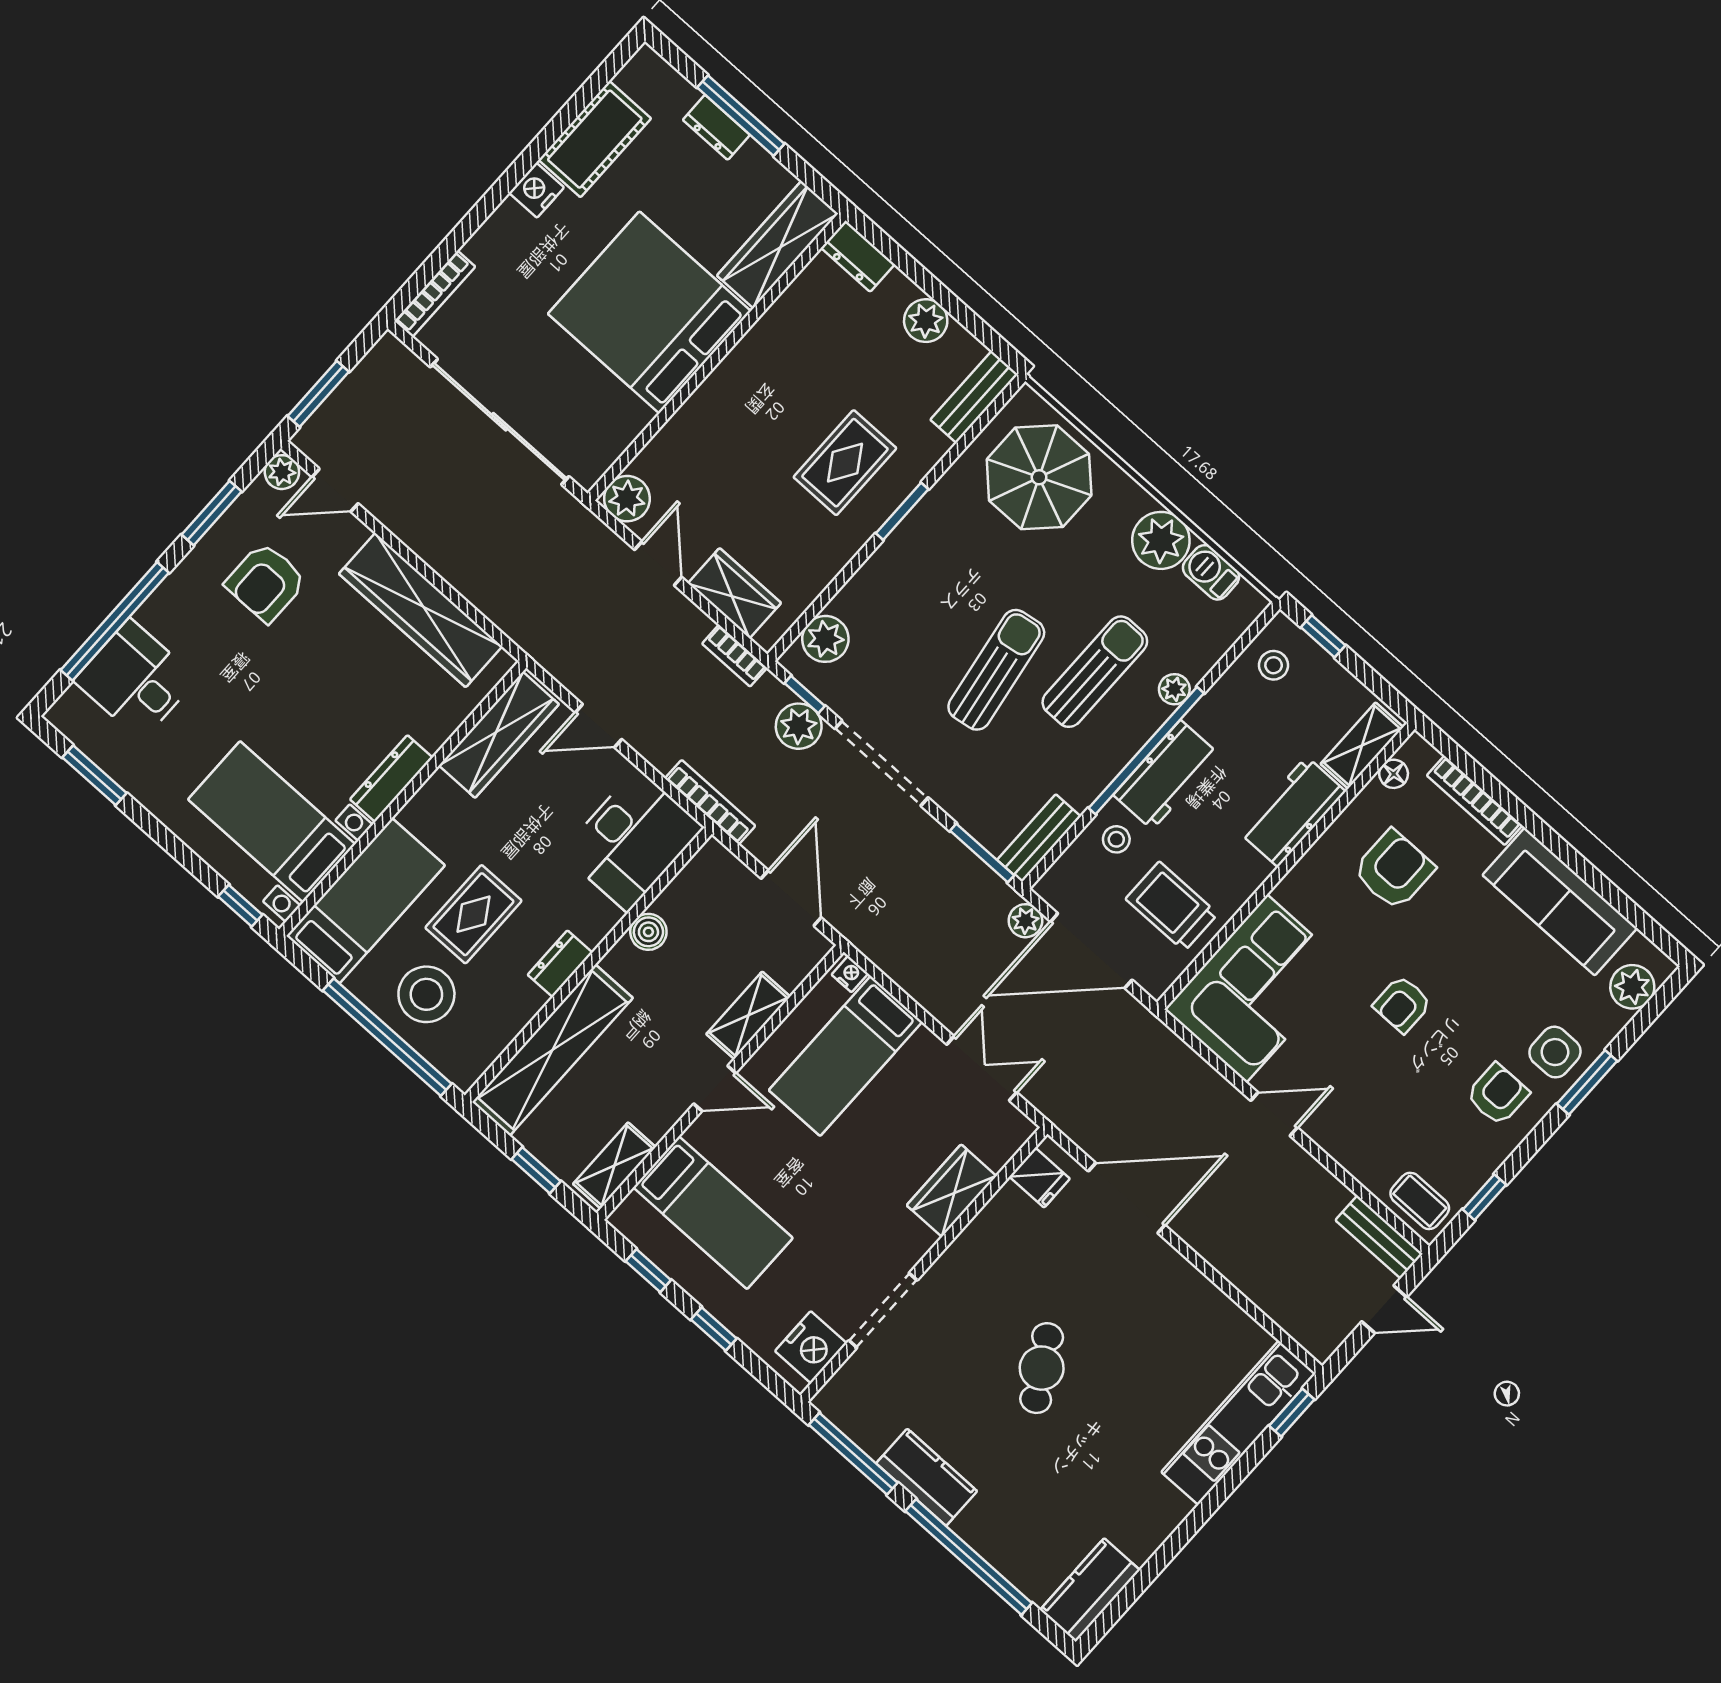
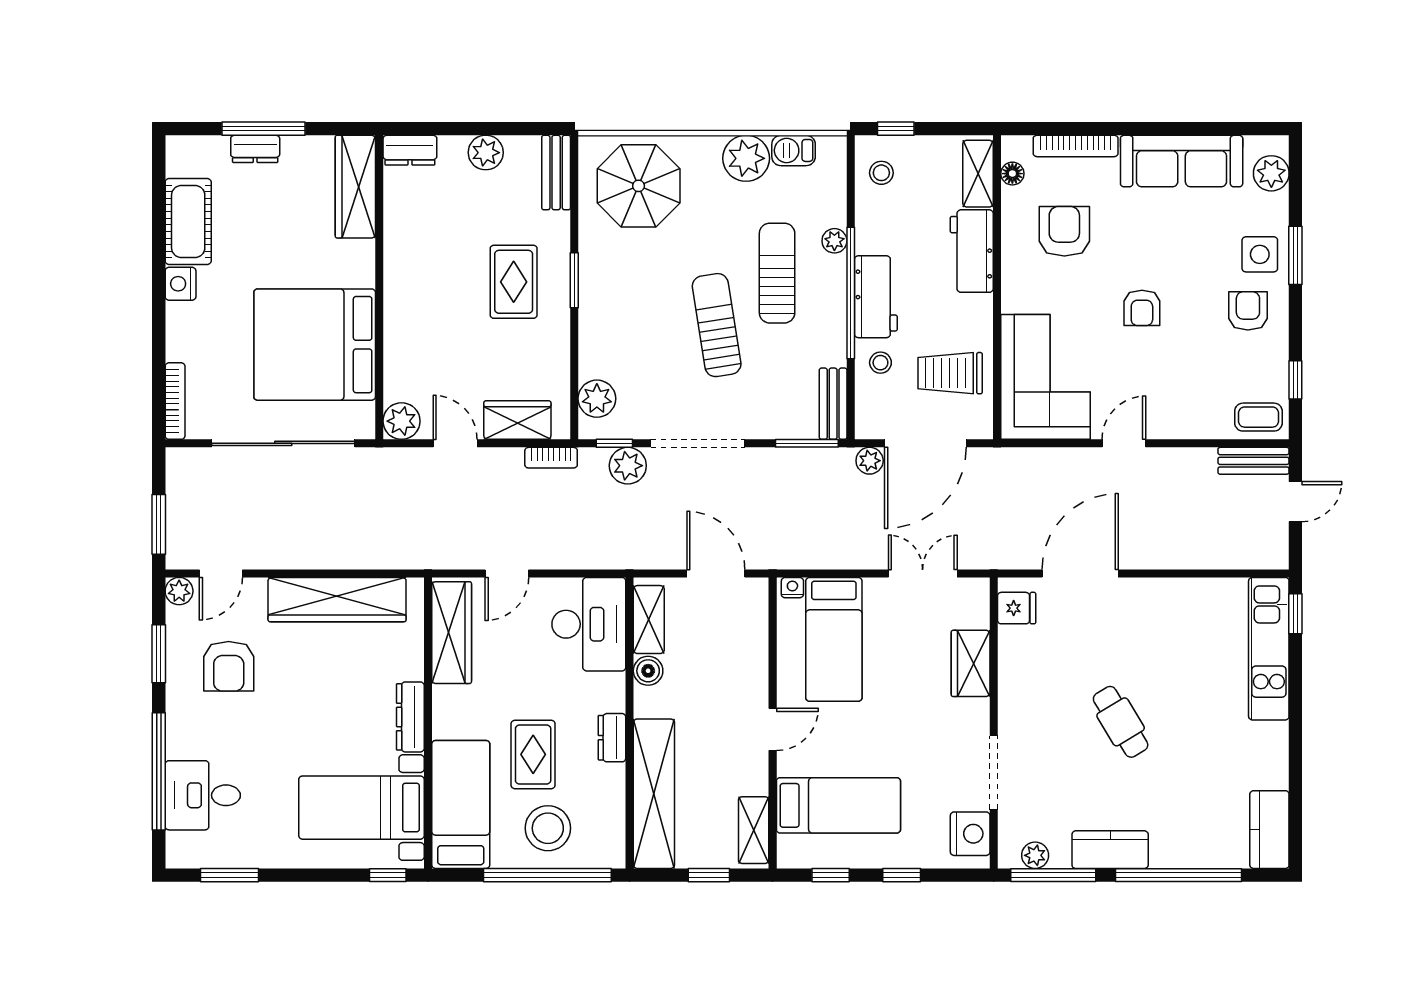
bed: (649, 312) -> (315, 345), moved
bookcase: (710, 802) -> (615, 559), removed
shelving: (748, 1015) -> (649, 620), moved
plant: (853, 1421) -> (1035, 855), added

